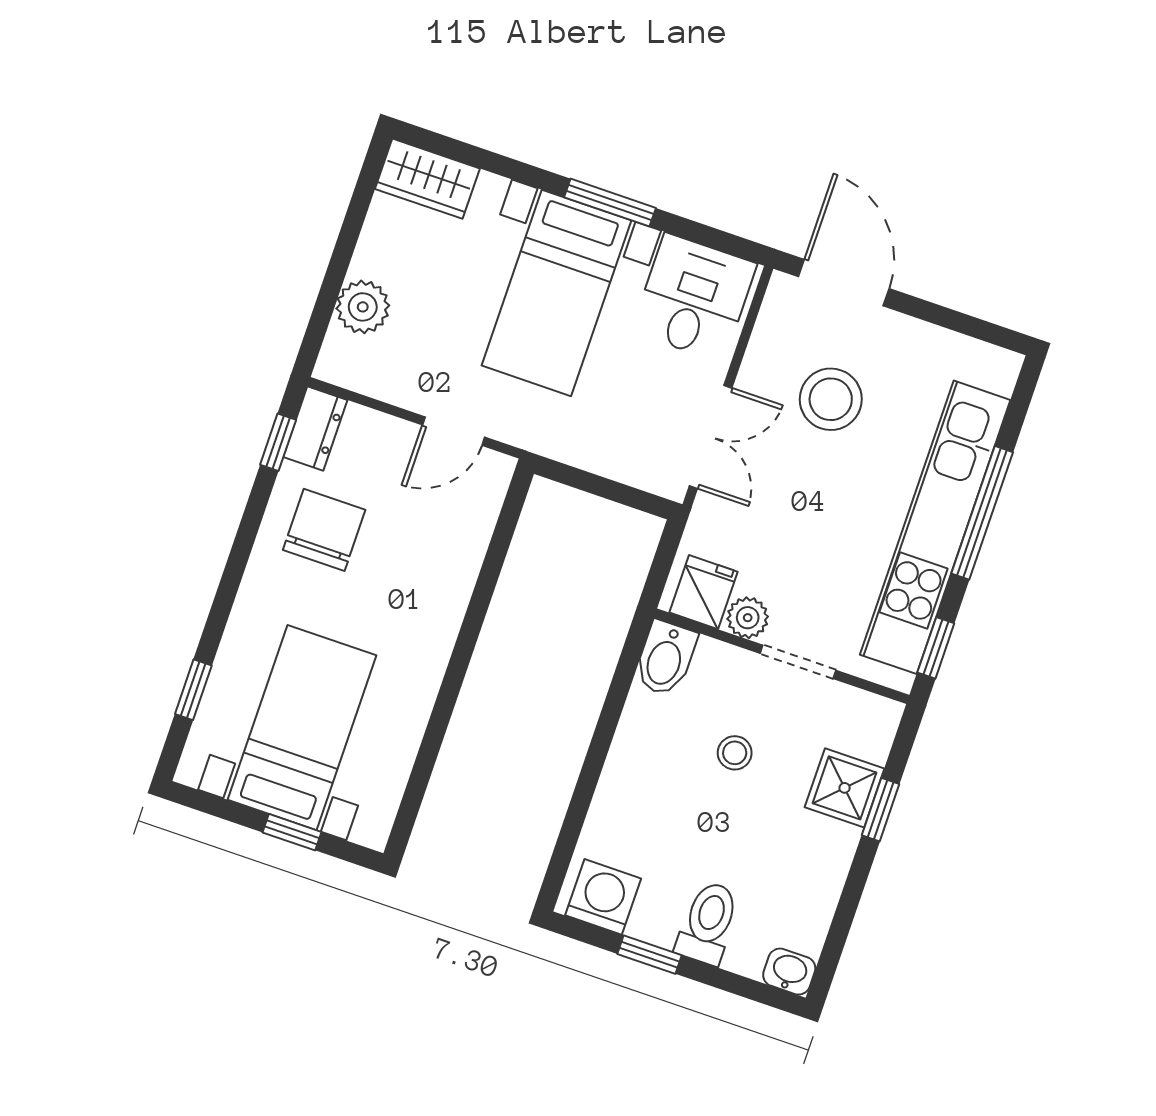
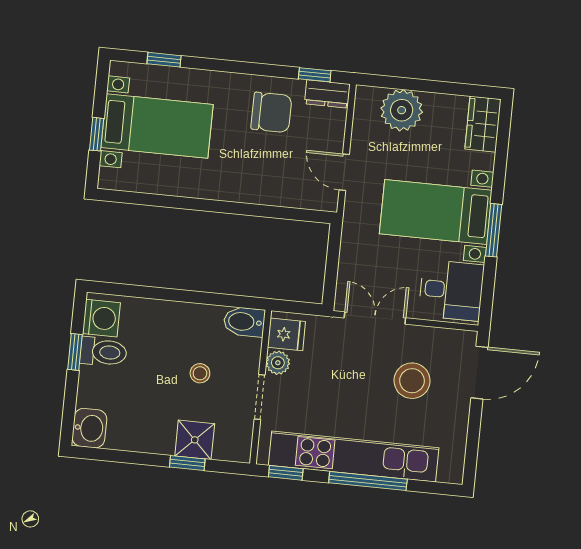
plant: (363, 307) -> (402, 110), width x1.36, depth x1.36
double door: (711, 437) -> (375, 318), swing flipped
toilet: (708, 923) -> (103, 352), moved
washbasin: (789, 972) -> (89, 428), width x1.38, depth x1.45

